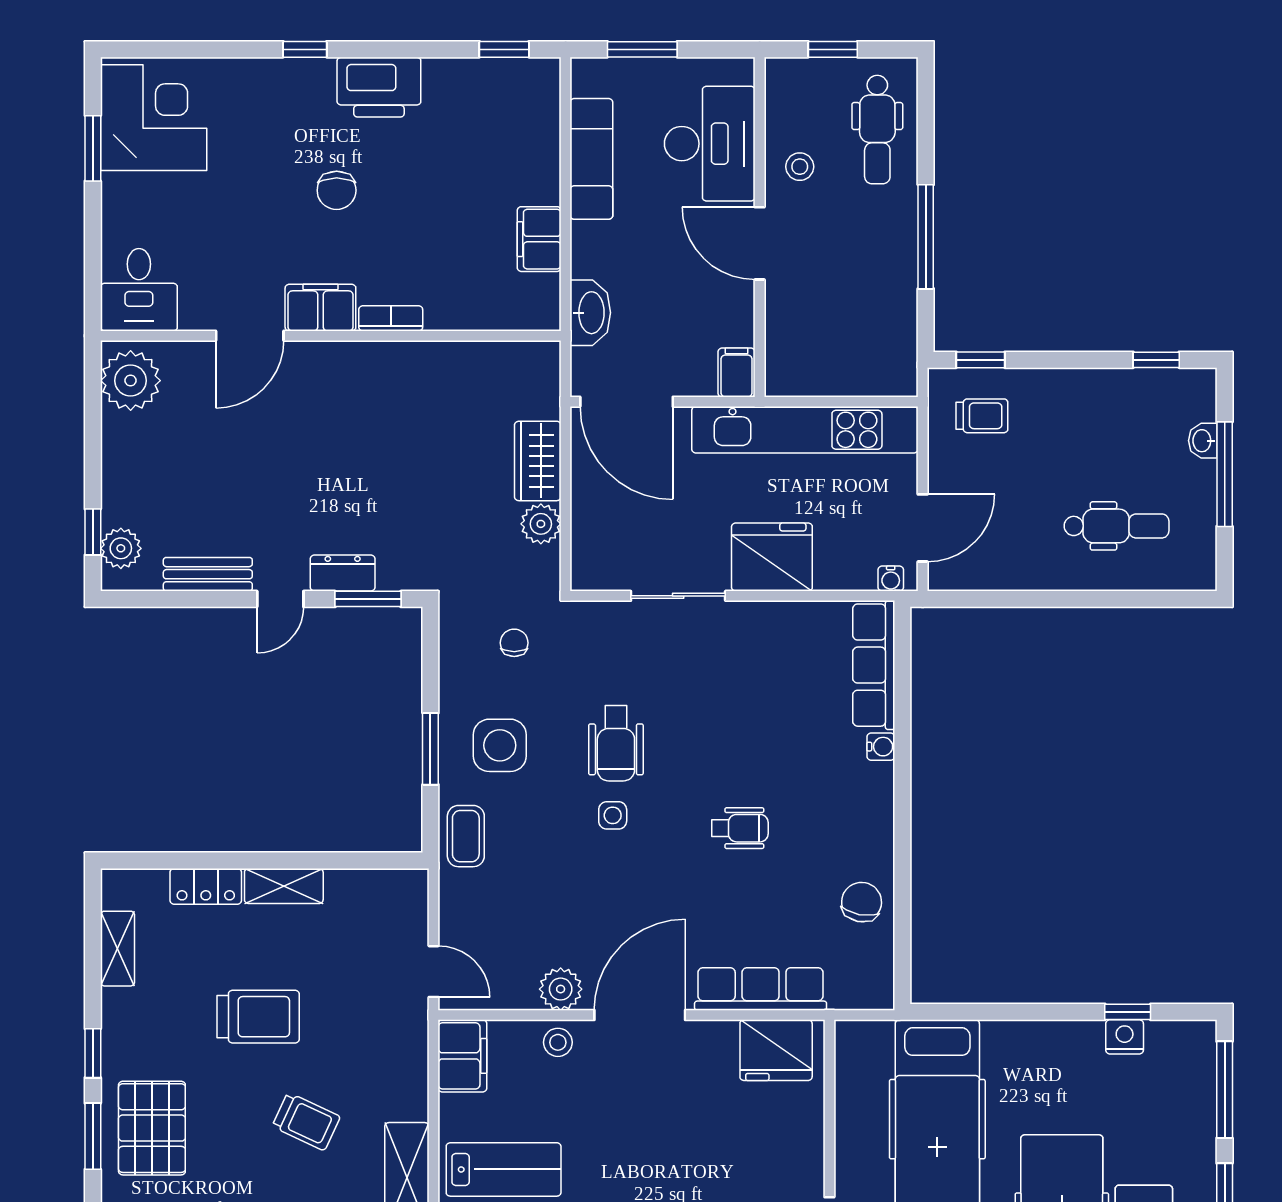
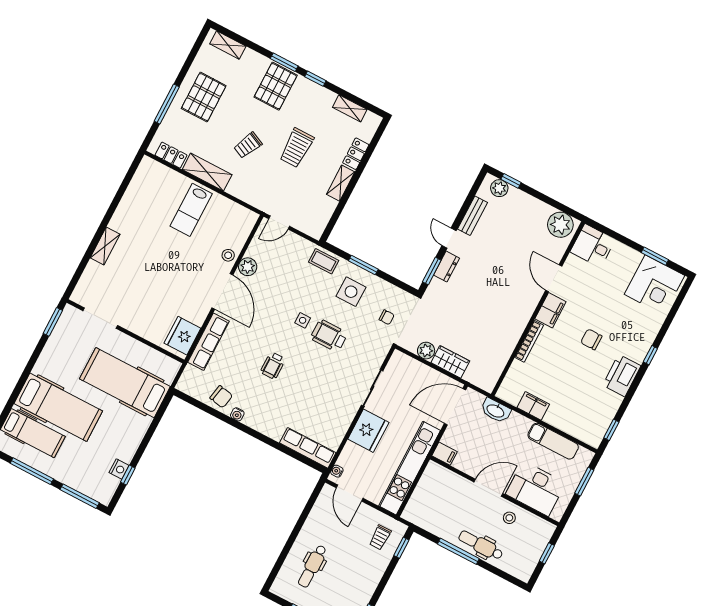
dental chair: (877, 130) -> (481, 545), moved
bookcase: (391, 318) -> (529, 341), width x1.56
water cooler: (881, 747) -> (237, 414), moved
filing cabinet: (462, 1056) -> (242, 217), removed
pallet: (152, 1128) -> (276, 86), turned 90

